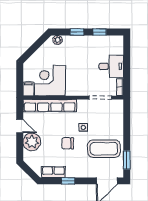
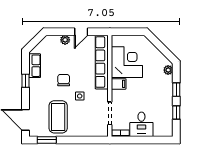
filing cabinet: (28, 89) -> (119, 84), moved
plant: (32, 142) -> (65, 40), width x0.53, depth x0.53

